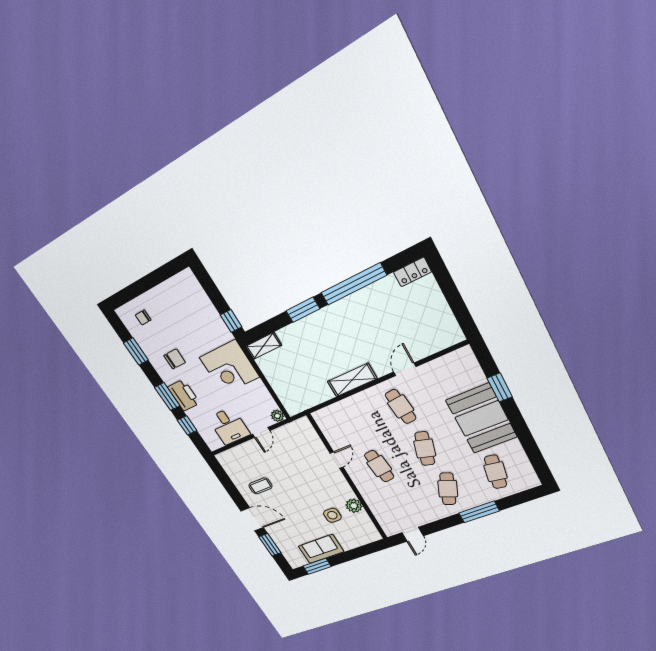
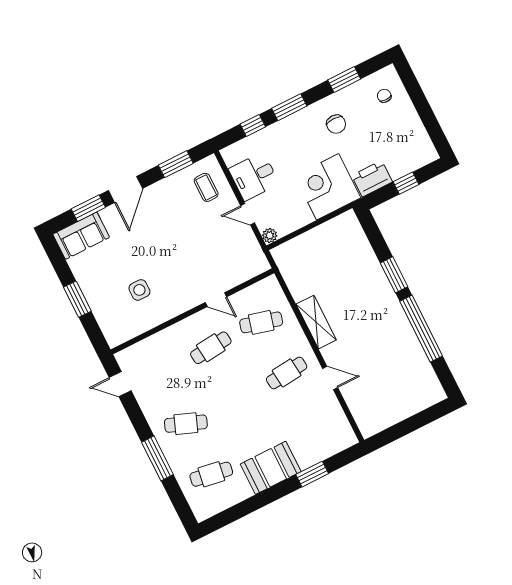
locker: (412, 272) -> (433, 387), removed
window: (231, 321) -> (406, 183), moved
shelving: (264, 346) -> (353, 228), removed
printer: (184, 395) -> (372, 179), moved, turned 180
booth: (481, 419) -> (271, 468), width x0.73, depth x0.70
cafe table: (425, 449) -> (261, 322), moved
window: (227, 483) -> (176, 164), added
coffee table: (261, 486) -> (206, 187), moved
plant: (354, 506) -> (155, 316), removed
sofa: (321, 549) -> (81, 236), moved, turned 90
window: (317, 566) -> (77, 299), moved

